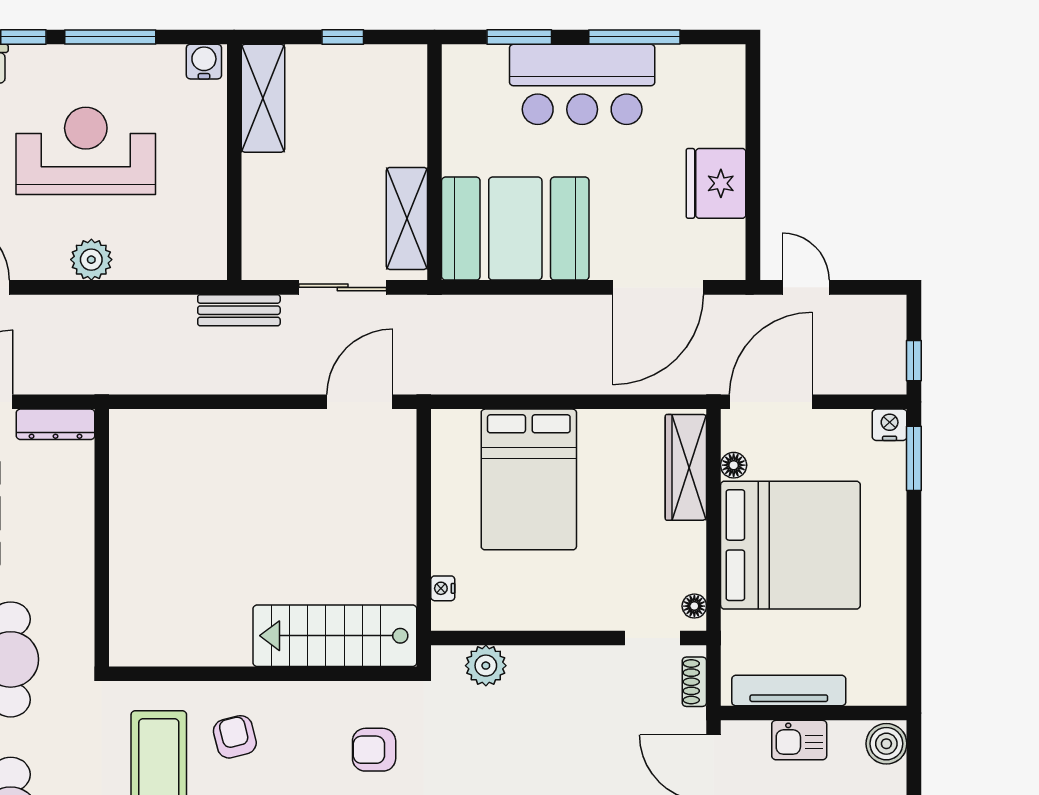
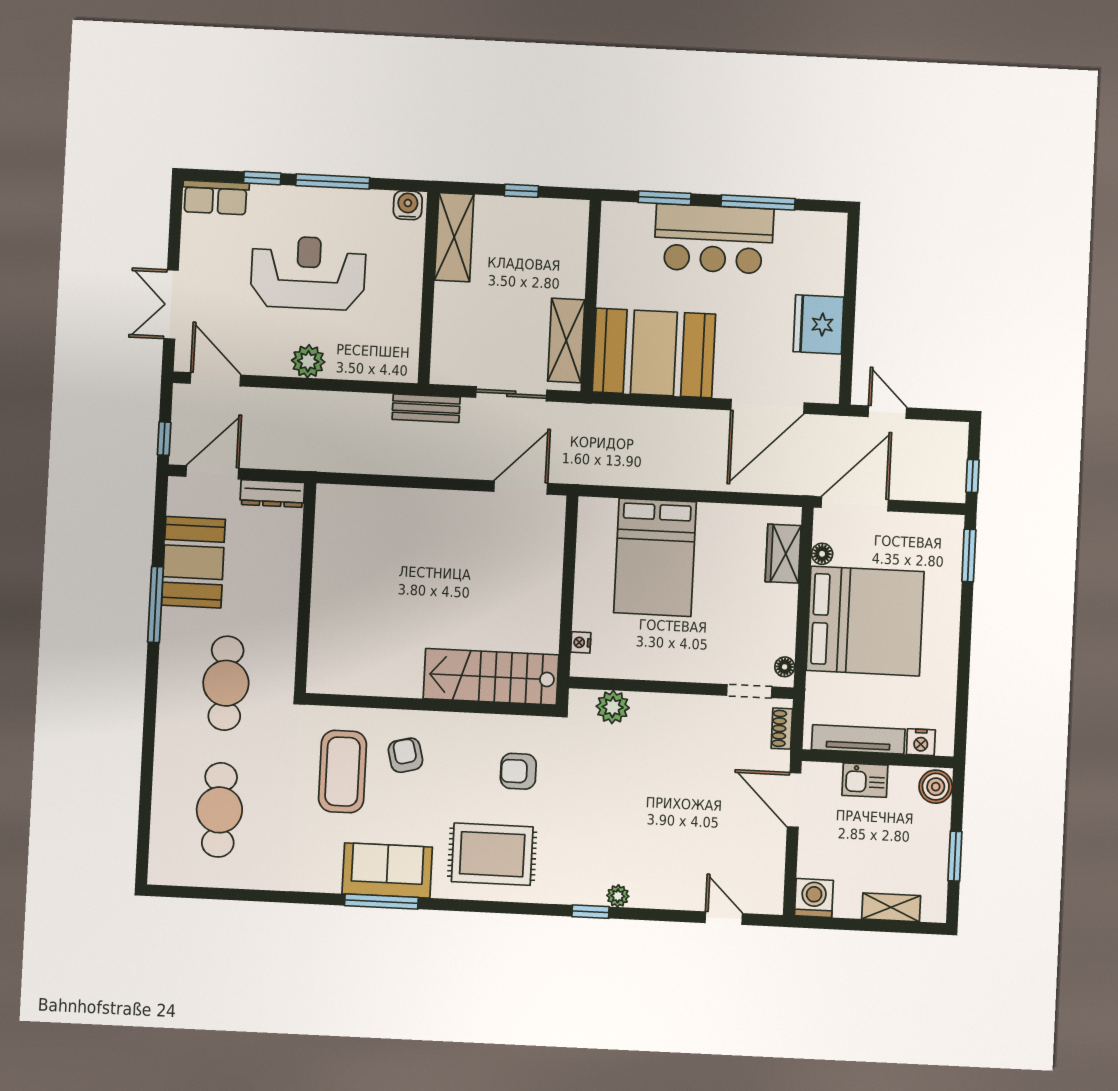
nightstand: (890, 425) -> (921, 742), moved, turned 180
wardrobe: (686, 467) -> (783, 554), width x0.67

